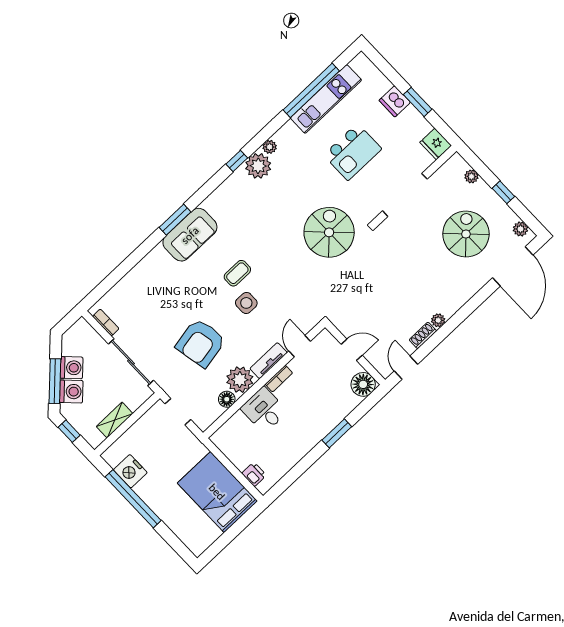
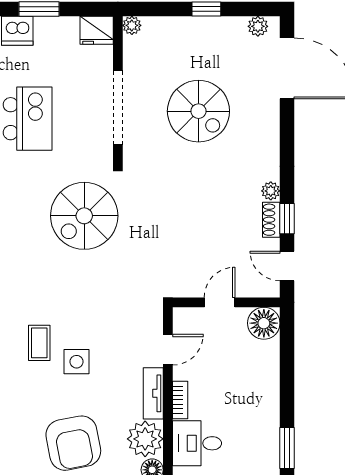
plant: (471, 176) -> (132, 25), moved
spiral stairs: (329, 232) -> (84, 216), turned -90
spiral stairs: (466, 234) -> (198, 111), moved, turned 180
window: (432, 343) -> (287, 219), added
door: (300, 346) -> (168, 350), swing flipped
window: (337, 433) -> (287, 448), moved

